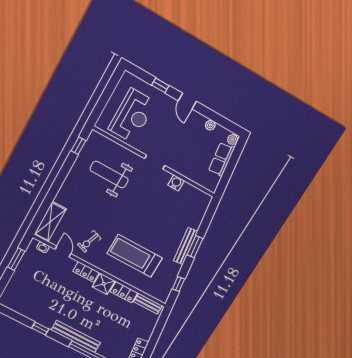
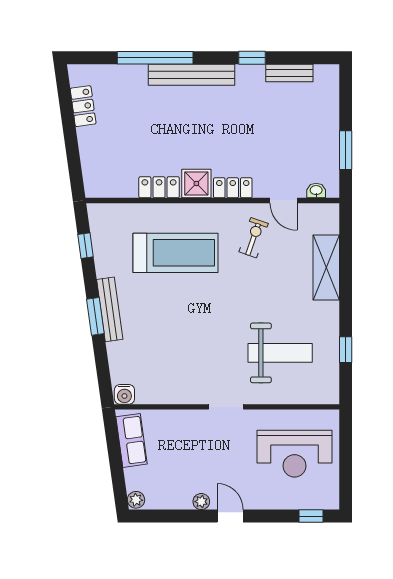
window: (160, 85) -> (311, 516), moved
reception desk: (132, 116) -> (294, 454), turned -90
plant: (210, 125) -> (201, 502), moved
window: (78, 146) -> (346, 350), moved
row of seats: (221, 159) -> (132, 440), moved
water cooler: (176, 183) -> (124, 394), moved
shelving: (50, 222) -> (326, 267), moved
bench: (148, 304) -> (289, 73), moved

